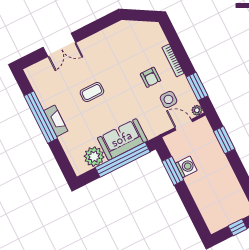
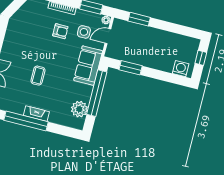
sofa: (122, 139) -> (88, 66), moved
washing machine: (186, 167) -> (181, 69), moved

